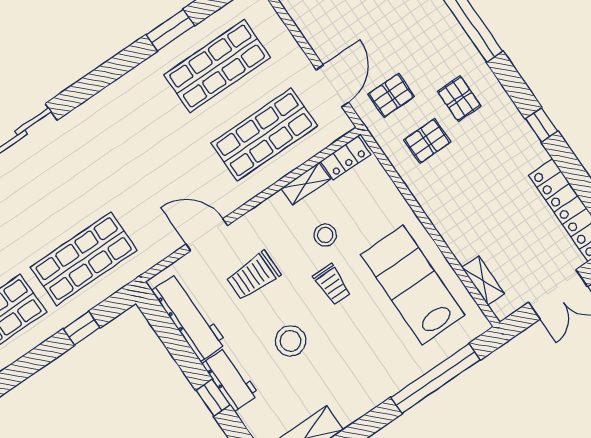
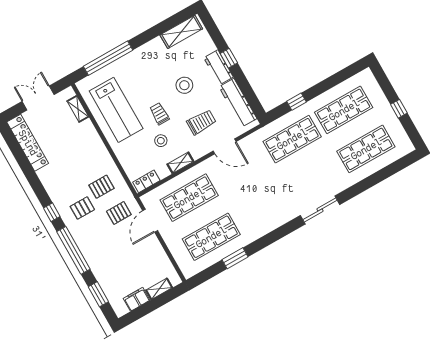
pallet: (459, 99) -> (82, 208), turned 90
window: (542, 125) -> (52, 212), moved
shelving: (306, 184) -> (180, 163), moved

